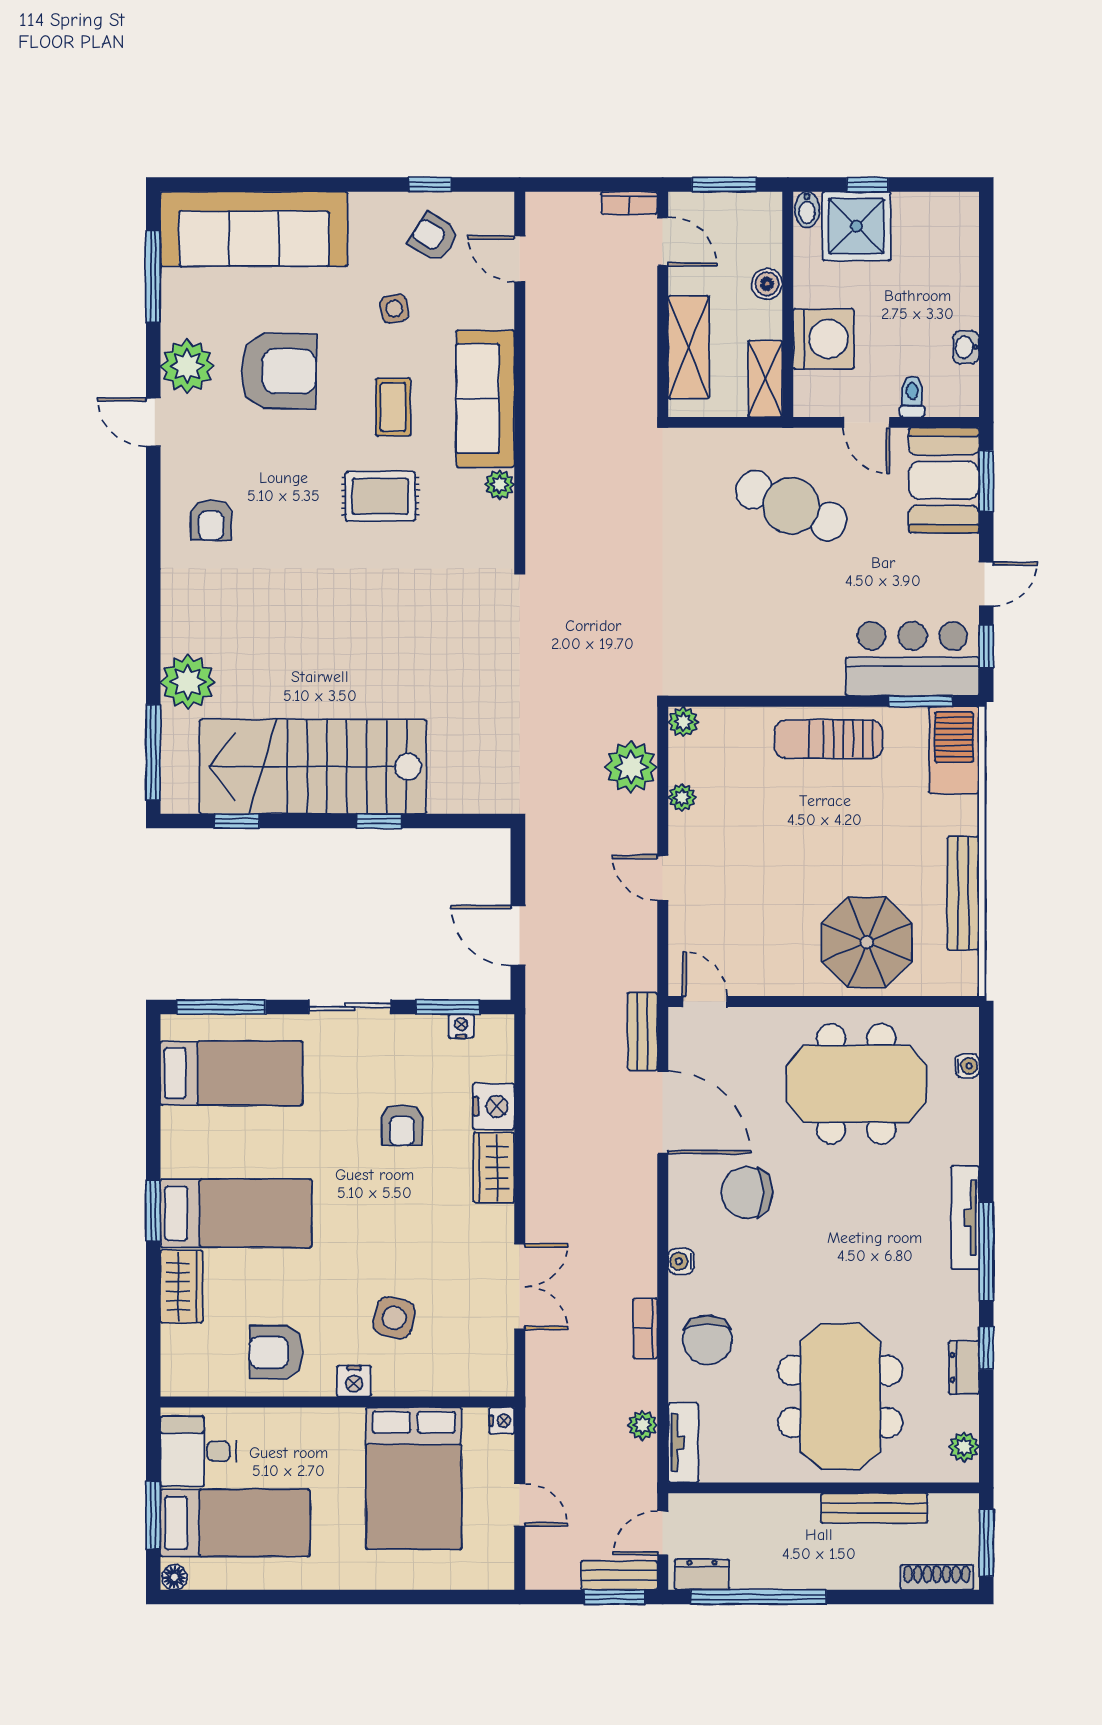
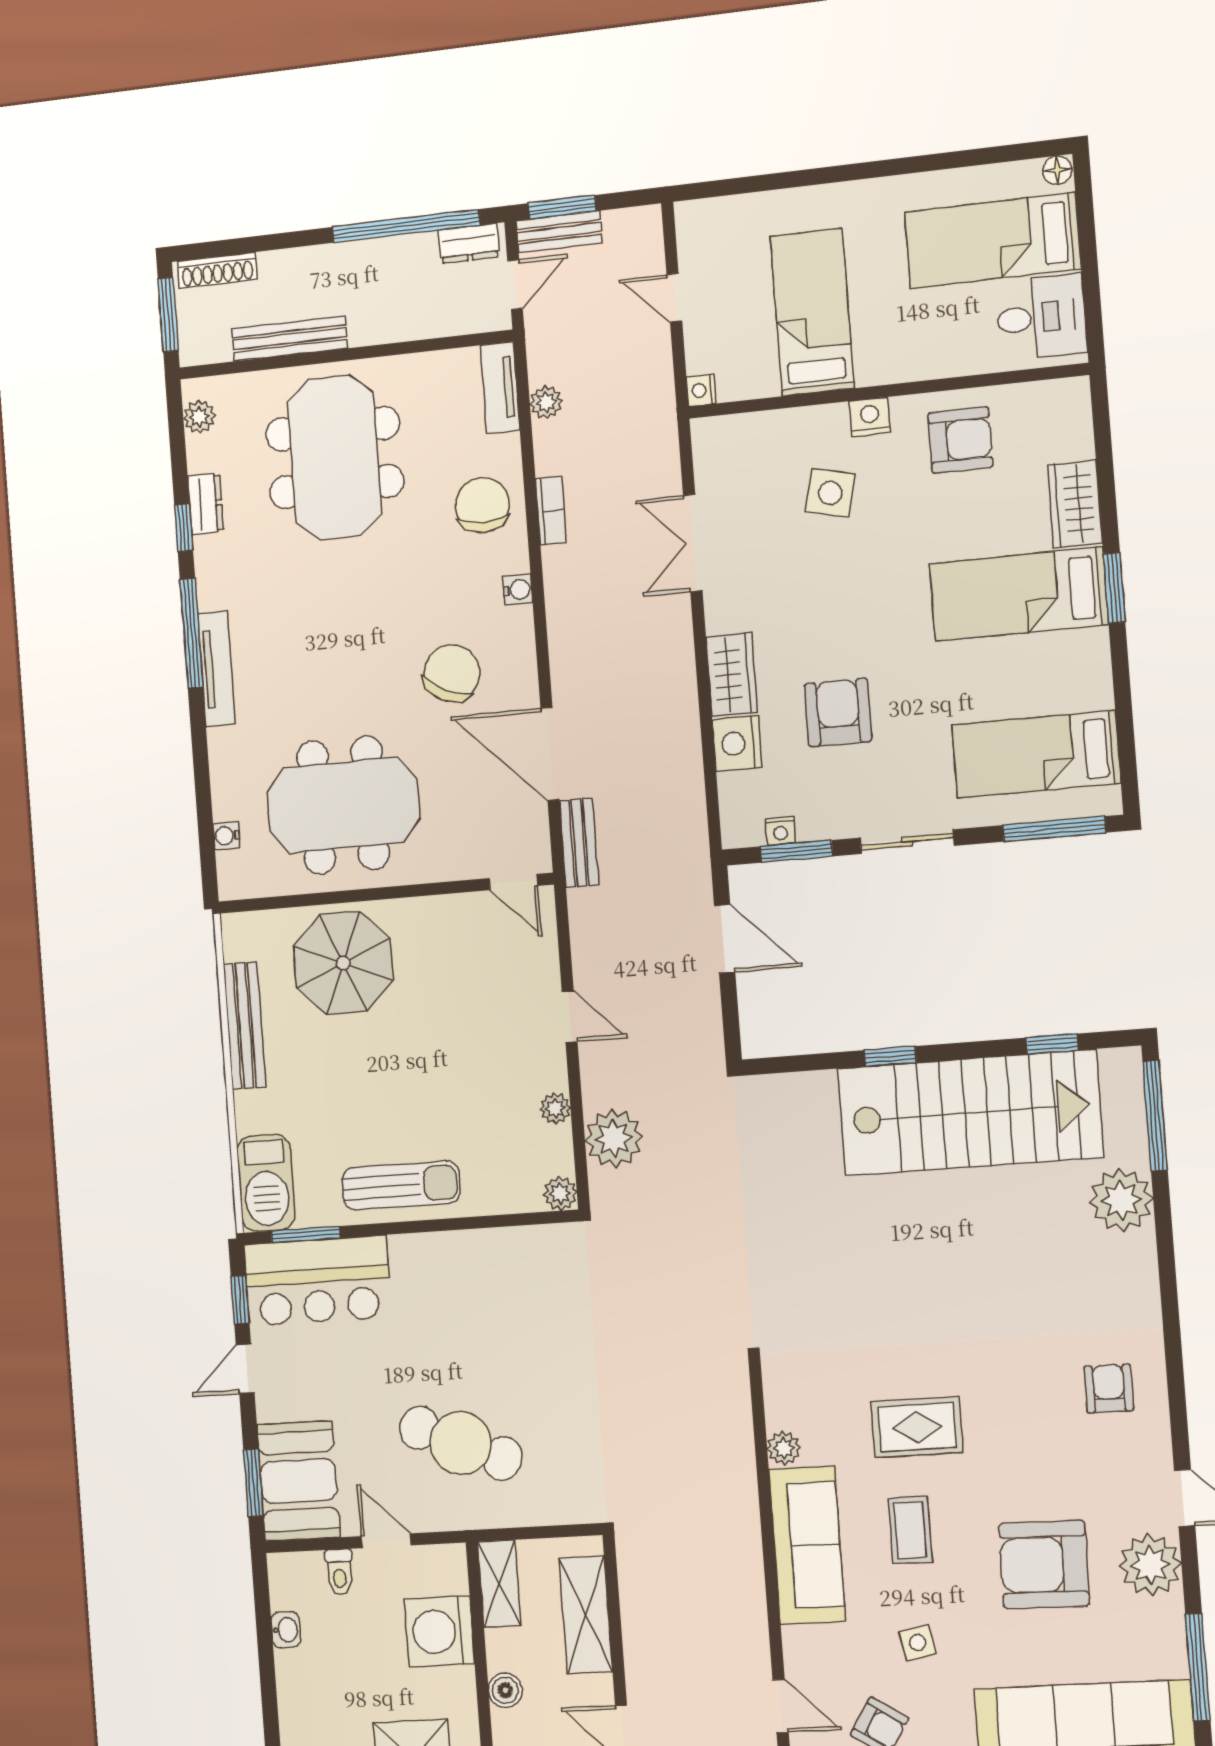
armchair: (402, 1125) -> (838, 713), width x1.38, depth x1.38
chair: (747, 1192) -> (452, 673), turned -65
bed: (414, 1478) -> (812, 312), width x0.67
window: (153, 1515) -> (1087, 238), removed

